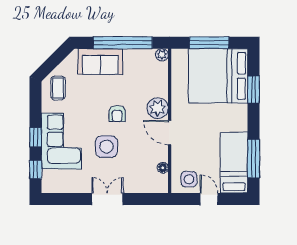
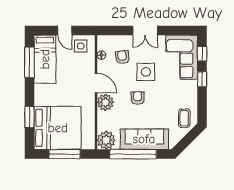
plant: (162, 55) -> (106, 140), width x1.87, depth x1.87
sofa: (100, 62) -> (144, 139), width x1.36
corner sofa: (61, 141) -> (182, 57), moved
armchair: (136, 165) -> (122, 57), added

